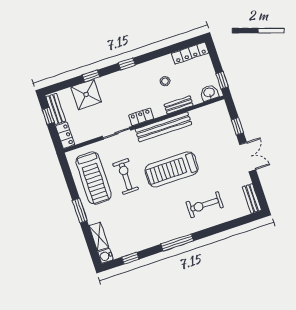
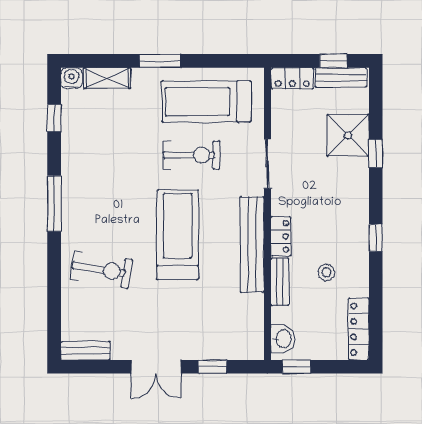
window: (127, 64) -> (376, 238), moved
locker: (141, 117) -> (281, 236), moved
exercise bike: (205, 205) -> (101, 270), turned 99

